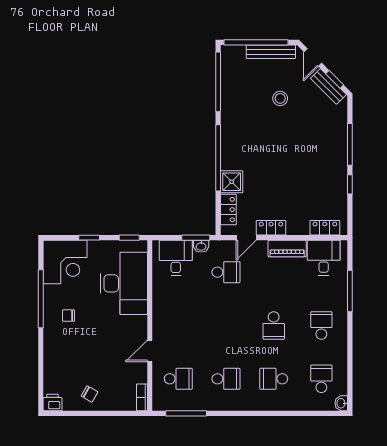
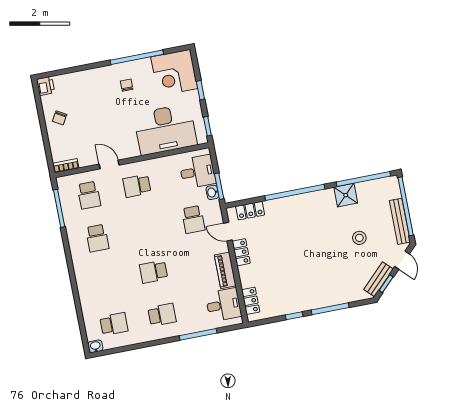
door: (313, 57) -> (402, 260), swing flipped
shower: (232, 182) -> (346, 195), moved
school desk: (274, 379) -> (137, 186), moved, turned -90

